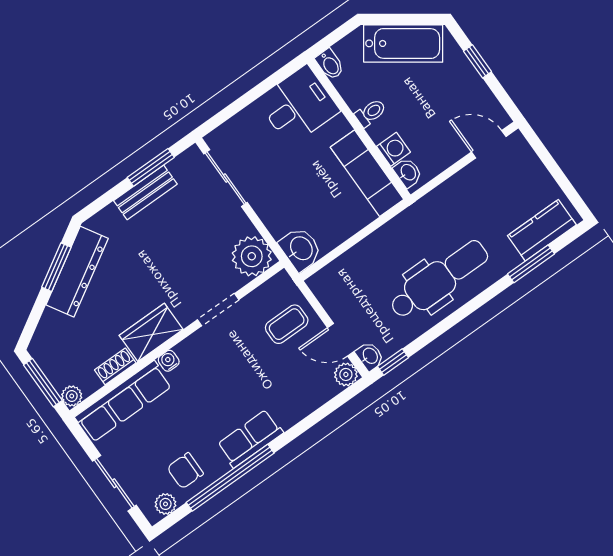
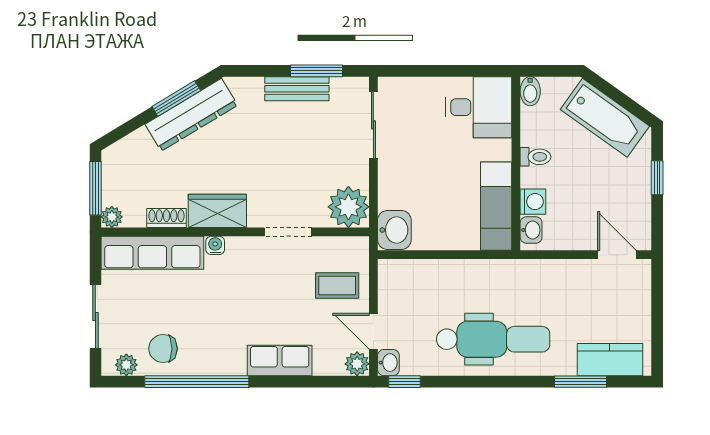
row of seats: (250, 439) -> (280, 360), moved

